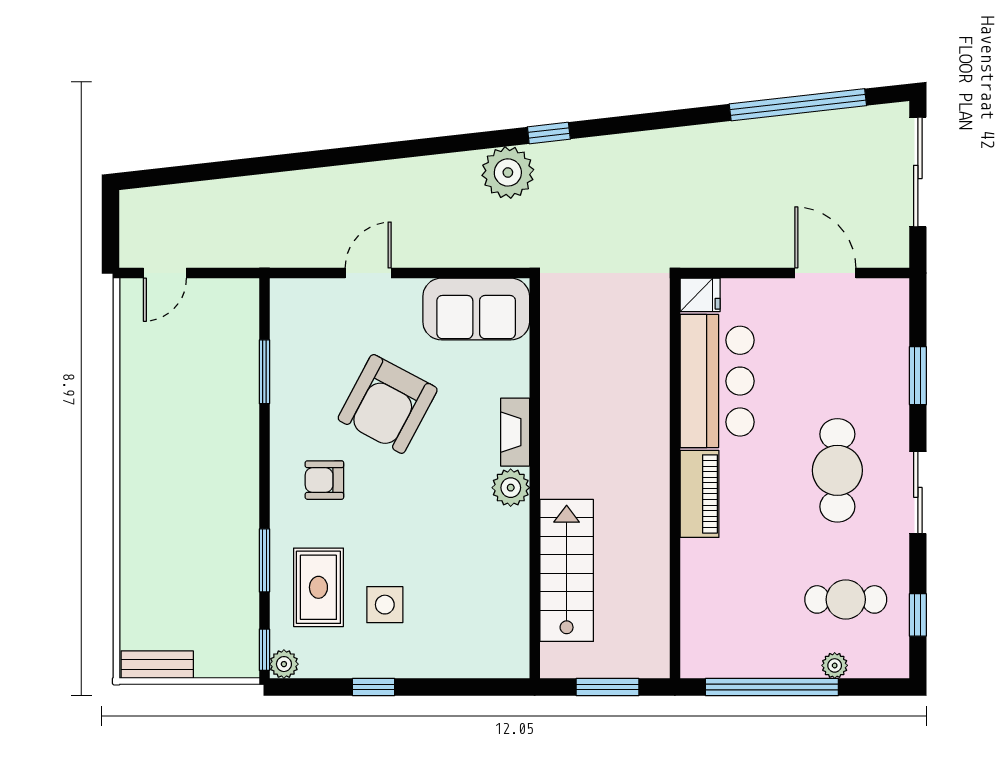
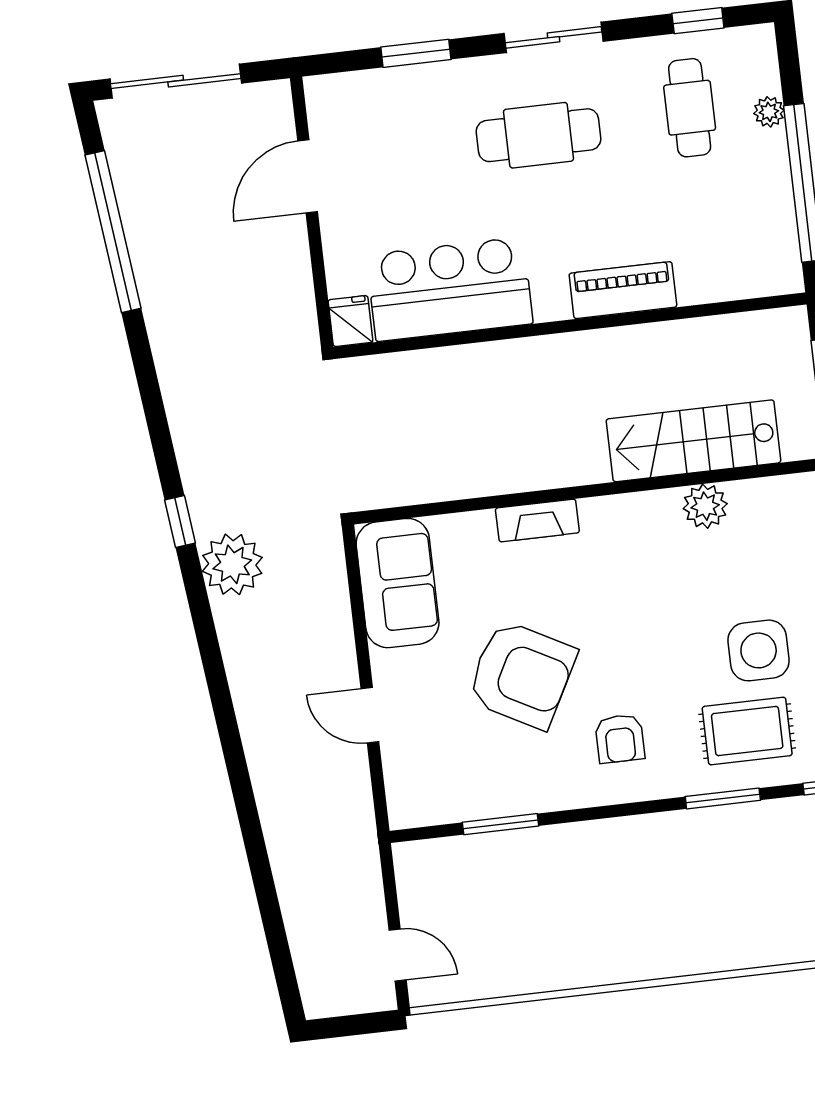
plant: (511, 488) -> (705, 506), moved
piano: (700, 494) -> (623, 290), moved
side table: (385, 605) -> (759, 650), width x1.37, depth x1.37

